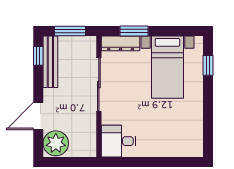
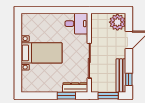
window: (208, 65) -> (18, 73), removed
bed with nightstands: (167, 67) -> (41, 53), moved, turned 90

